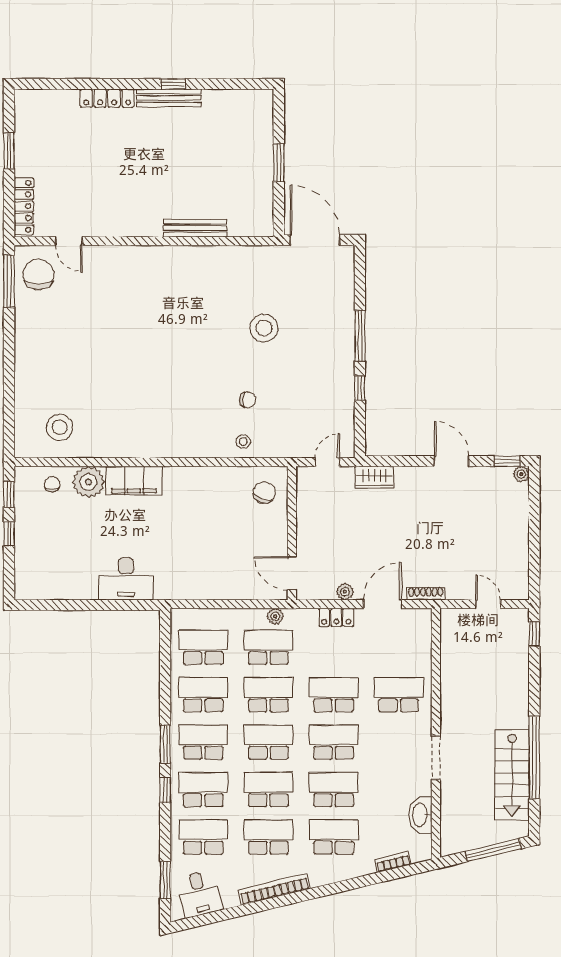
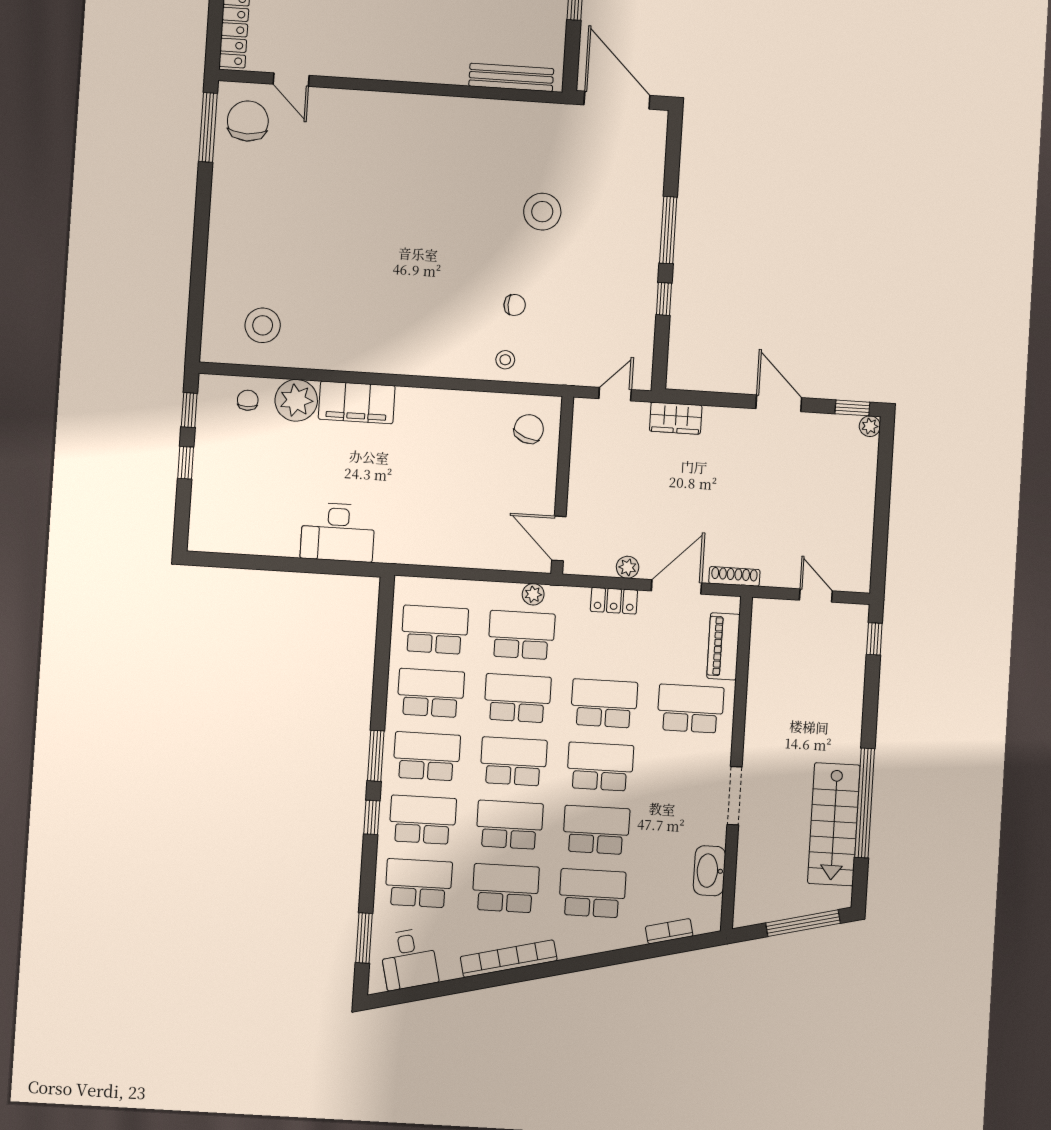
bench: (195, 228) -> (511, 77), moved
piano: (421, 647) -> (723, 646), added

